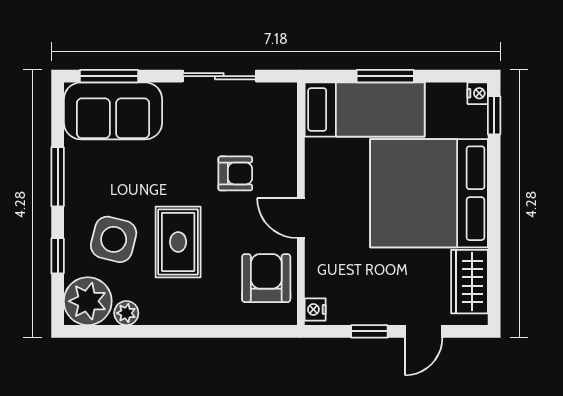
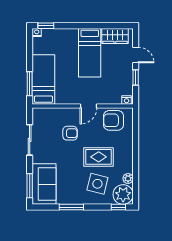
window: (385, 76) -> (30, 84), moved
armchair: (235, 173) -> (70, 133), turned 90
bed: (429, 193) -> (90, 53), width x0.49
window: (58, 256) -> (118, 207), moved

